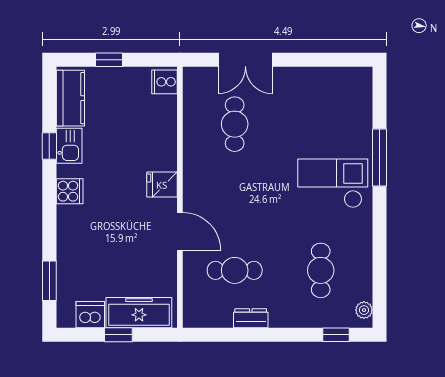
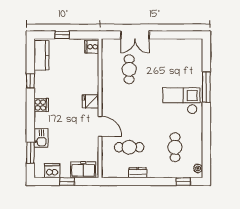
kitchen sink: (69, 146) -> (41, 138), moved
freezer: (139, 313) -> (83, 170), width x0.71

